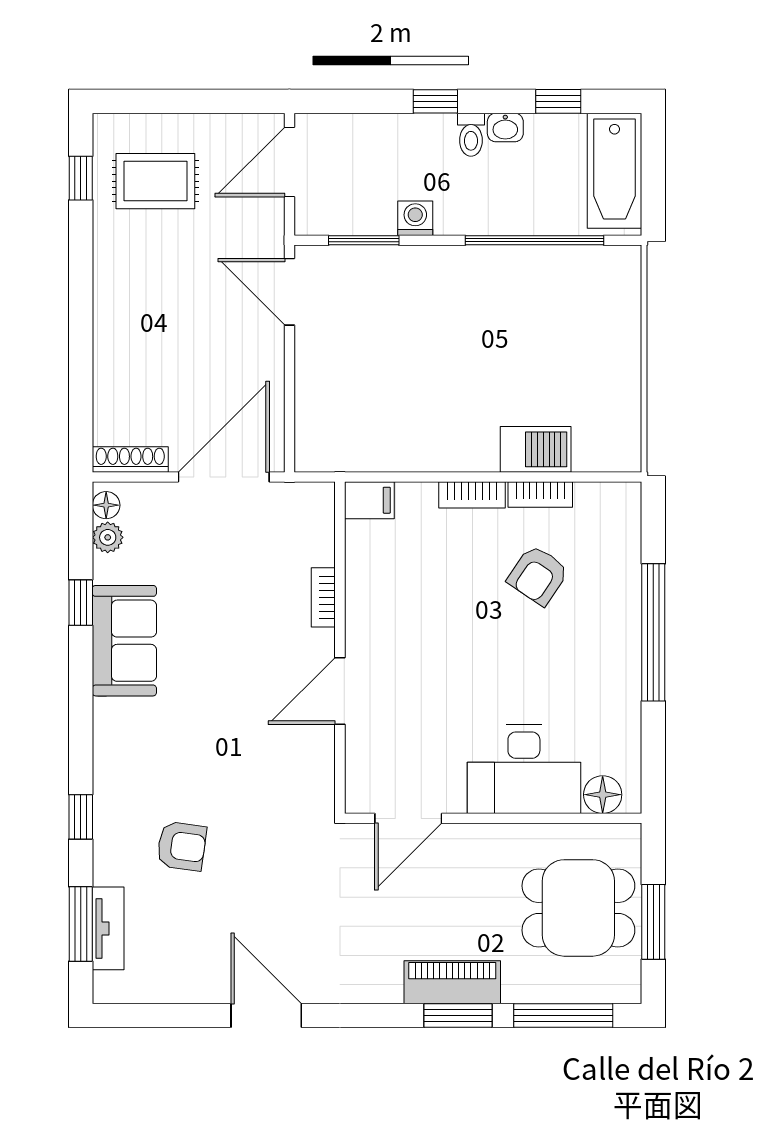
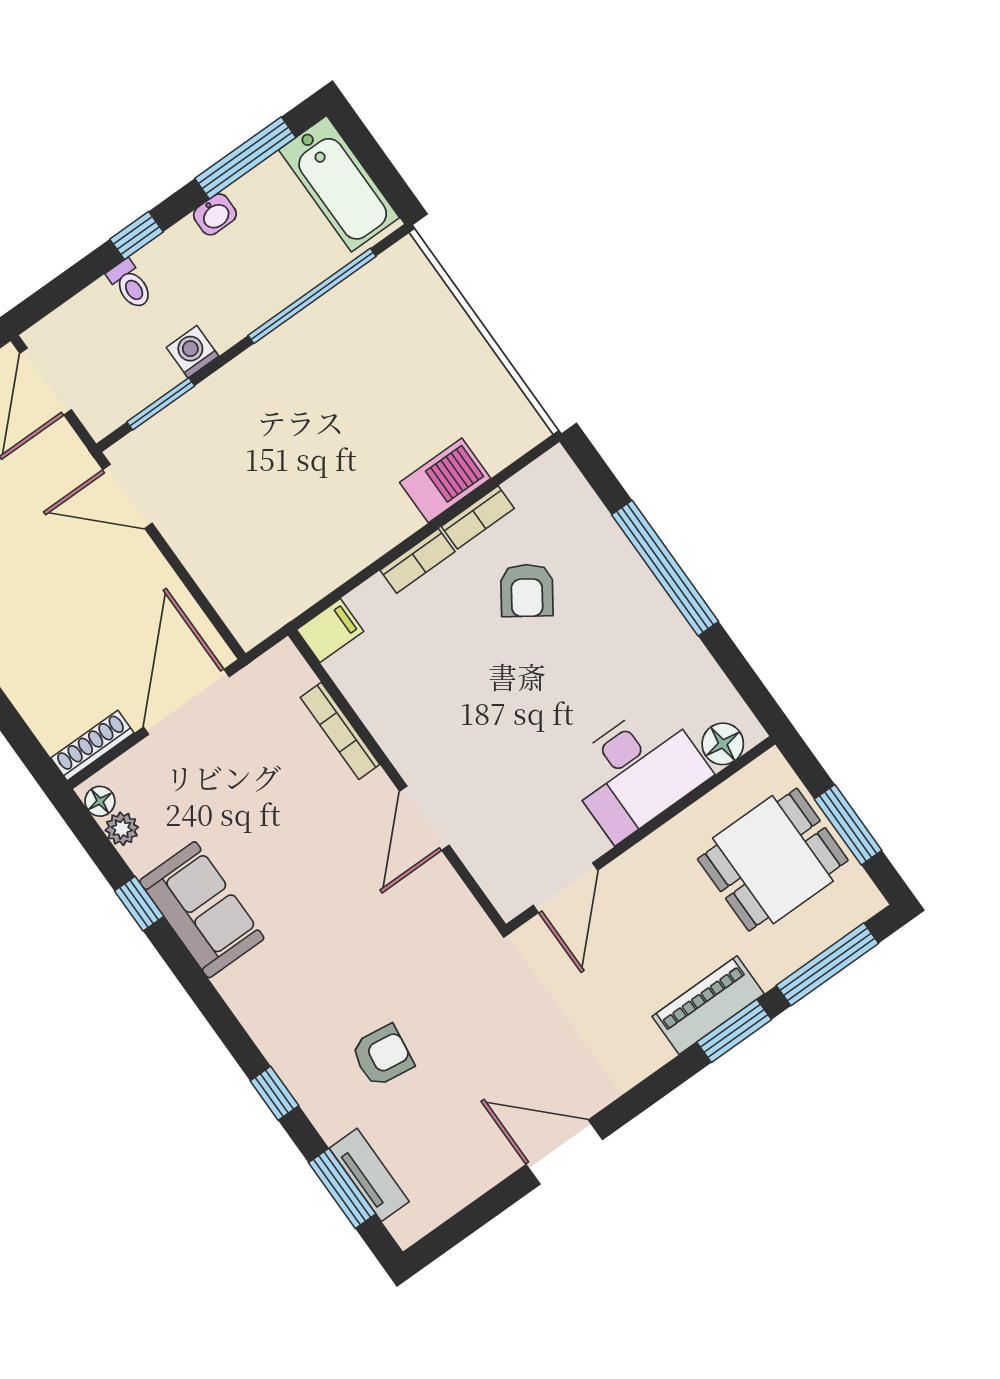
window: (558, 101) -> (245, 158), width x2.17
toilet: (471, 135) -> (130, 285), moved
bookcase: (323, 597) -> (340, 731), width x1.56

